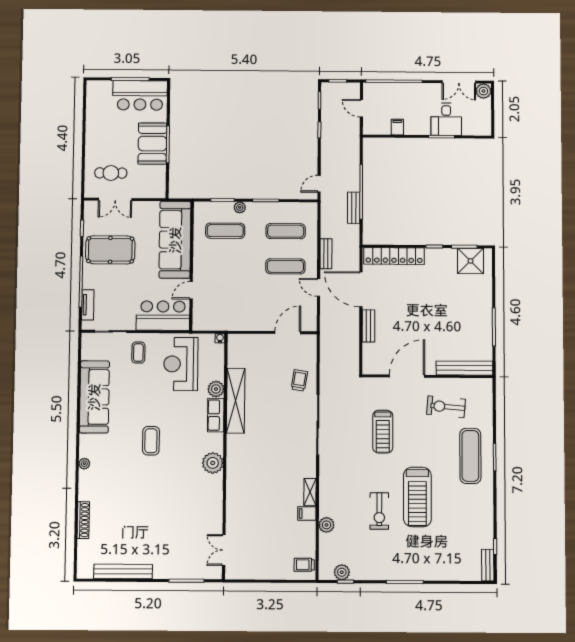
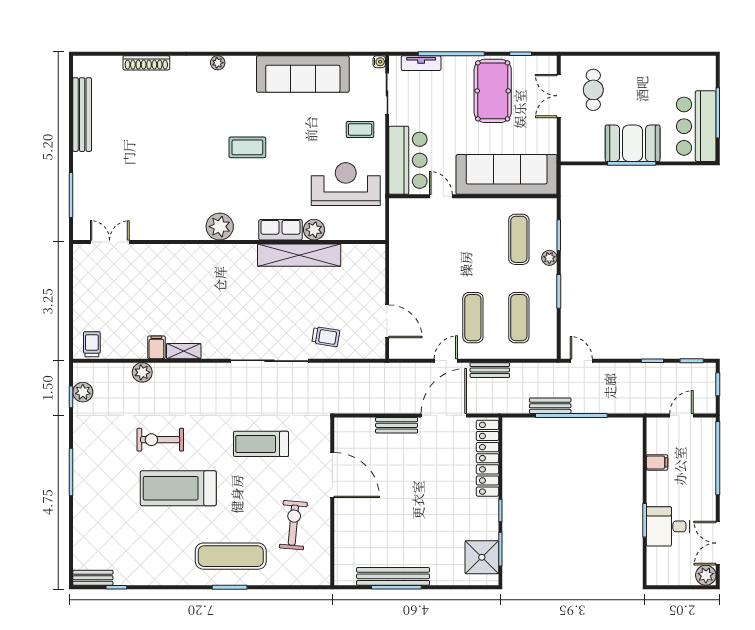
water cooler: (220, 338) -> (379, 62), moved
bench: (464, 368) -> (393, 576), moved, turned 90

